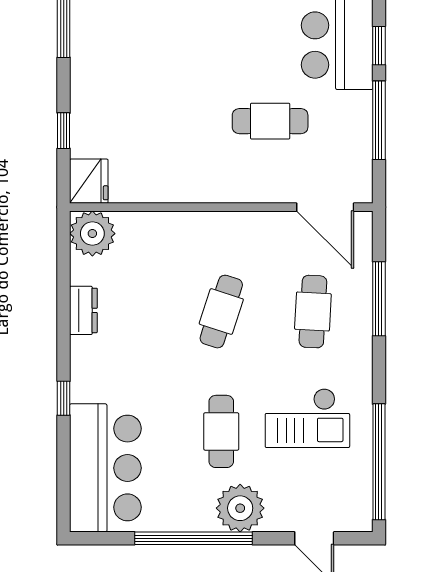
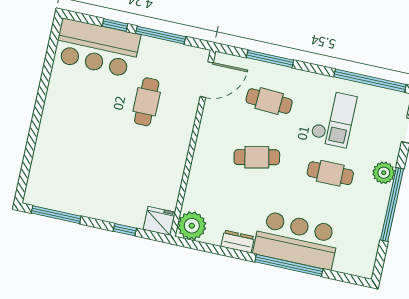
cafe table: (221, 312) -> (257, 157), turned -30
window: (64, 398) -> (289, 265), width x3.17
bar counter: (105, 468) -> (296, 240), moved
plant: (240, 508) -> (384, 173), width x0.73, depth x0.73

